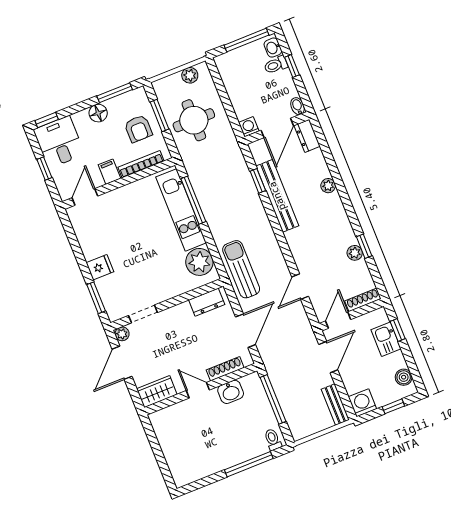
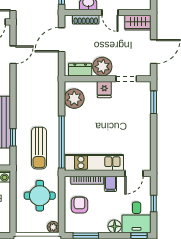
plant: (190, 75) -> (53, 227), moved
floor lamp: (98, 113) -> (115, 226), moved
window: (159, 116) -> (62, 208), removed
window: (193, 200) -> (62, 142), width x1.46
kitchen unit: (181, 210) -> (94, 162), moved, turned -90
fridge: (100, 267) -> (104, 90), moved, turned -90
sun lounger: (241, 269) -> (39, 148), moved
plant: (122, 334) -> (102, 67), moved, width x1.88, depth x1.88

